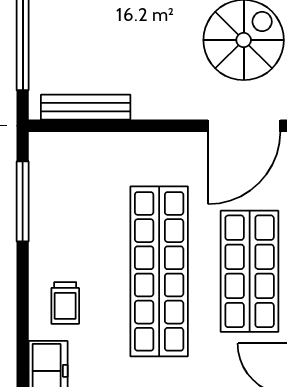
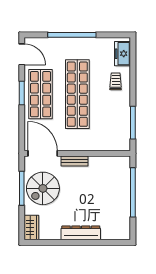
bench: (86, 107) -> (74, 161), moved, width x0.73
door: (244, 126) -> (43, 153), hinge flipped

